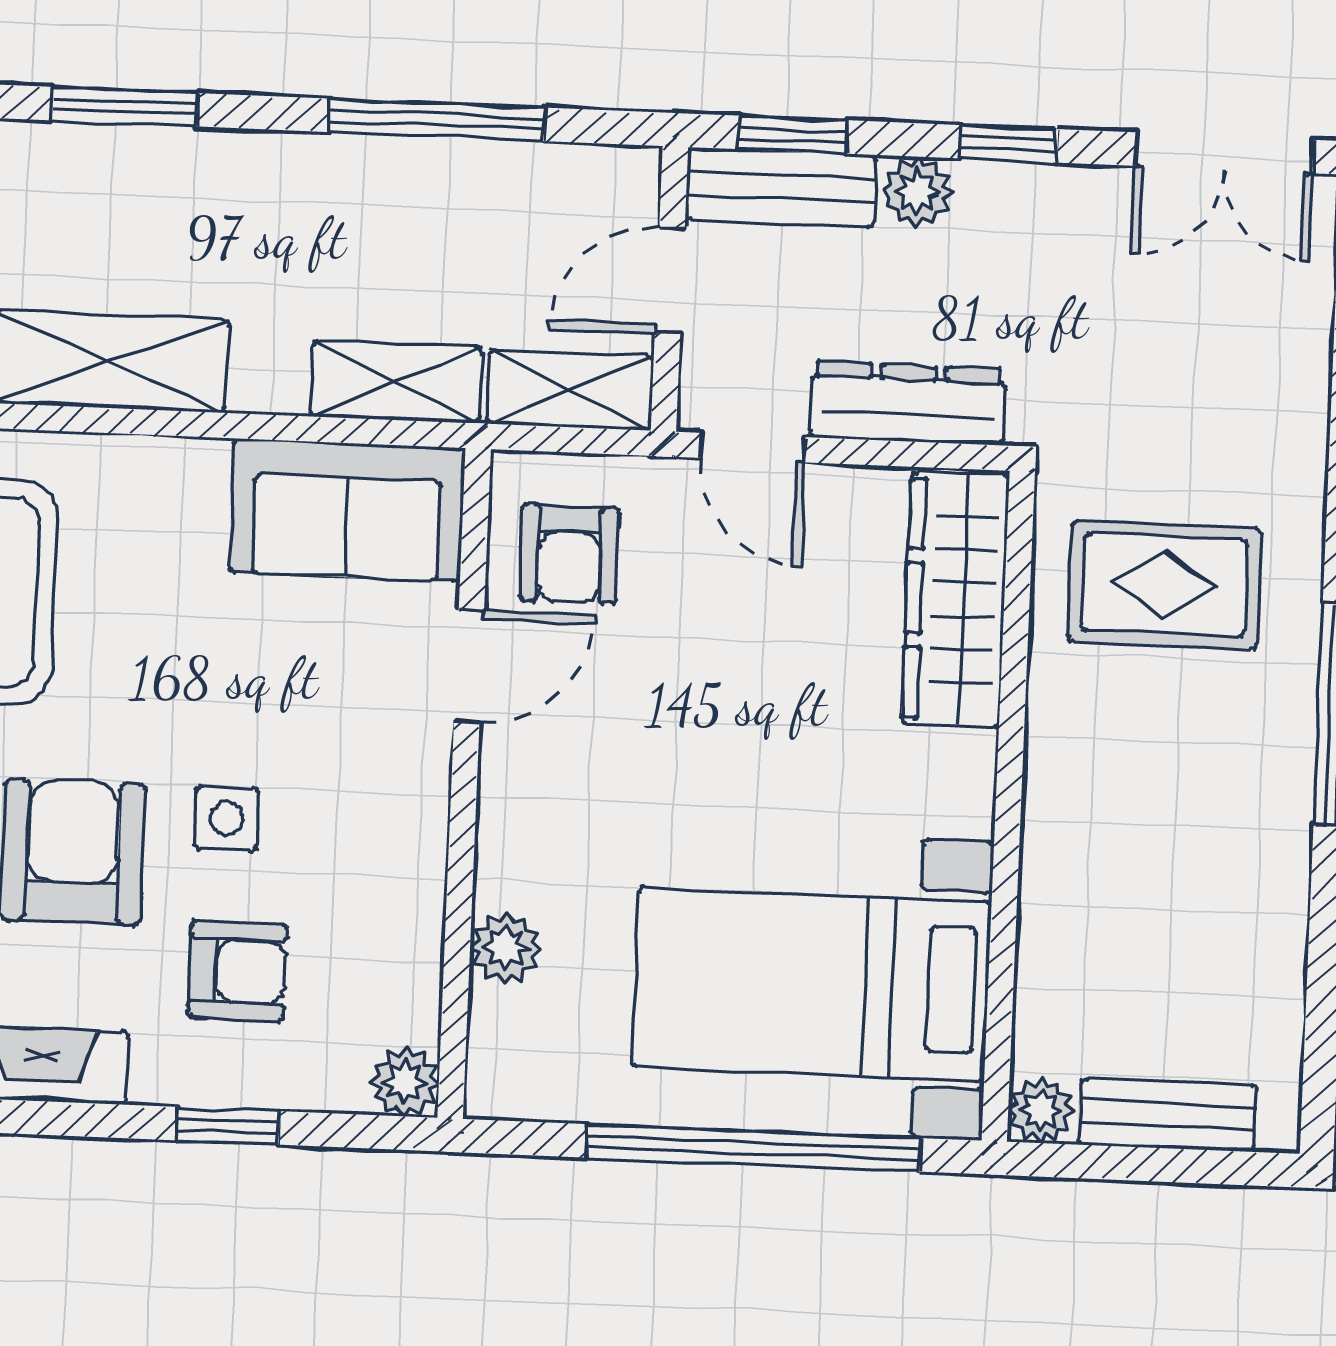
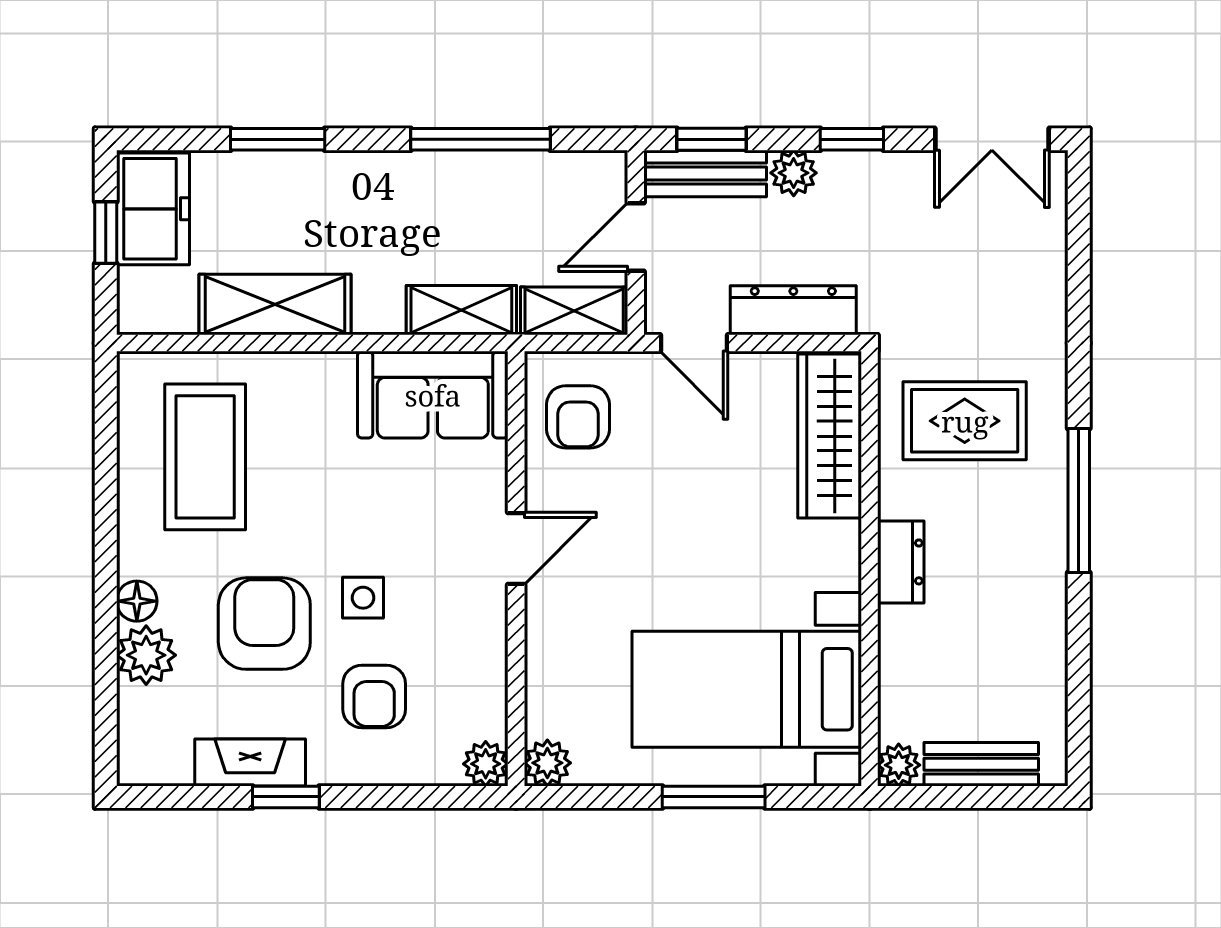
door: (469, 666) -> (516, 549), moved
dresser: (1057, 798) -> (901, 562), added
plant: (506, 948) -> (547, 763), moved
armchair: (237, 971) -> (374, 696), turned 90
window: (228, 1126) -> (286, 797), moved
window: (754, 1148) -> (714, 797), width x0.47

